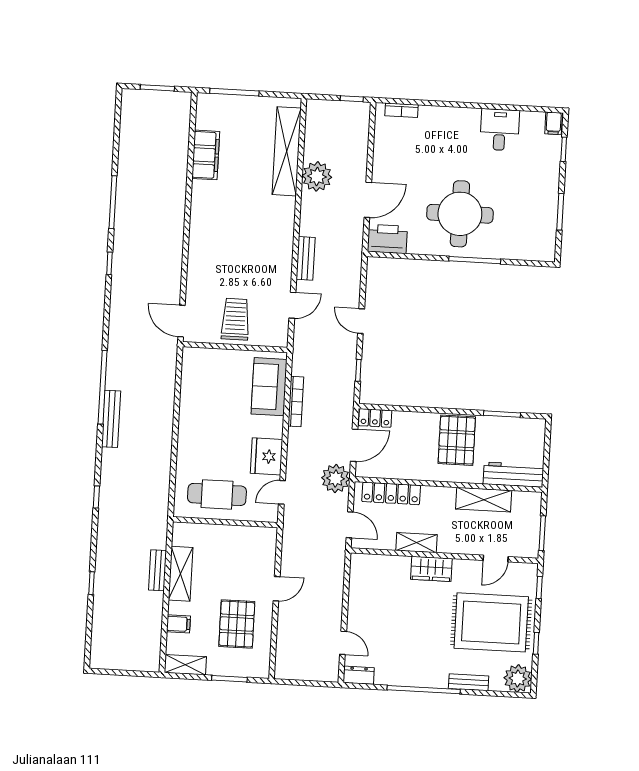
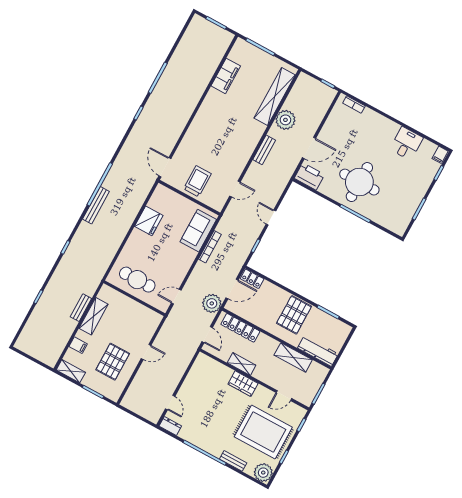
bench: (306, 258) -> (264, 150), moved
fridge: (266, 456) -> (149, 221), moved, turned 180

